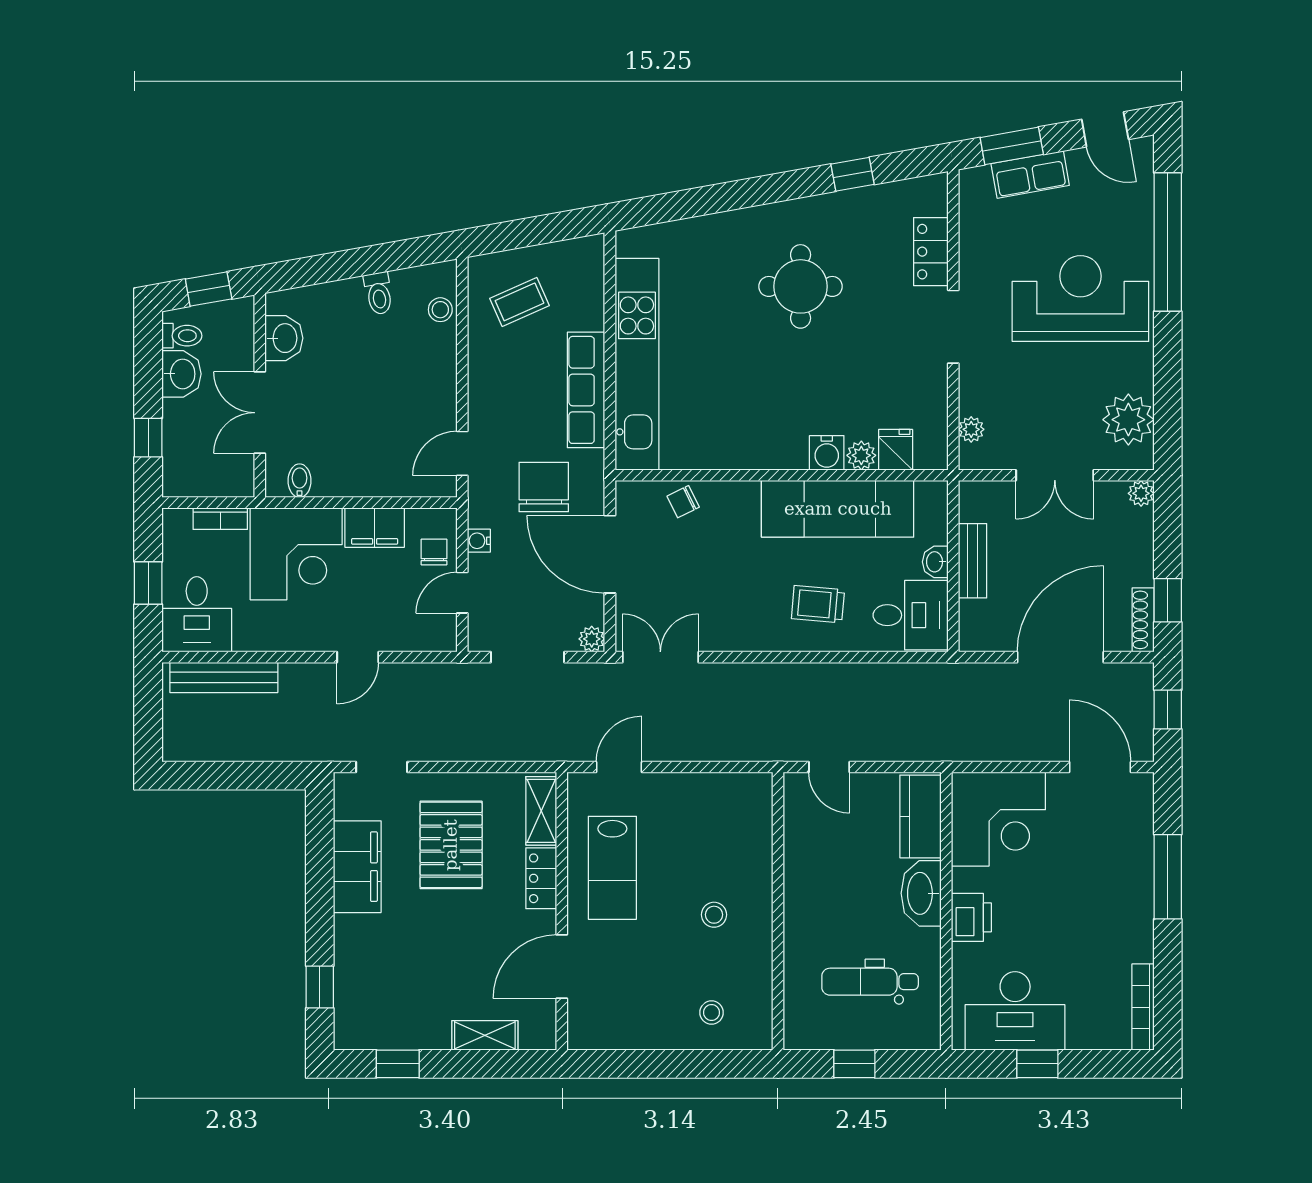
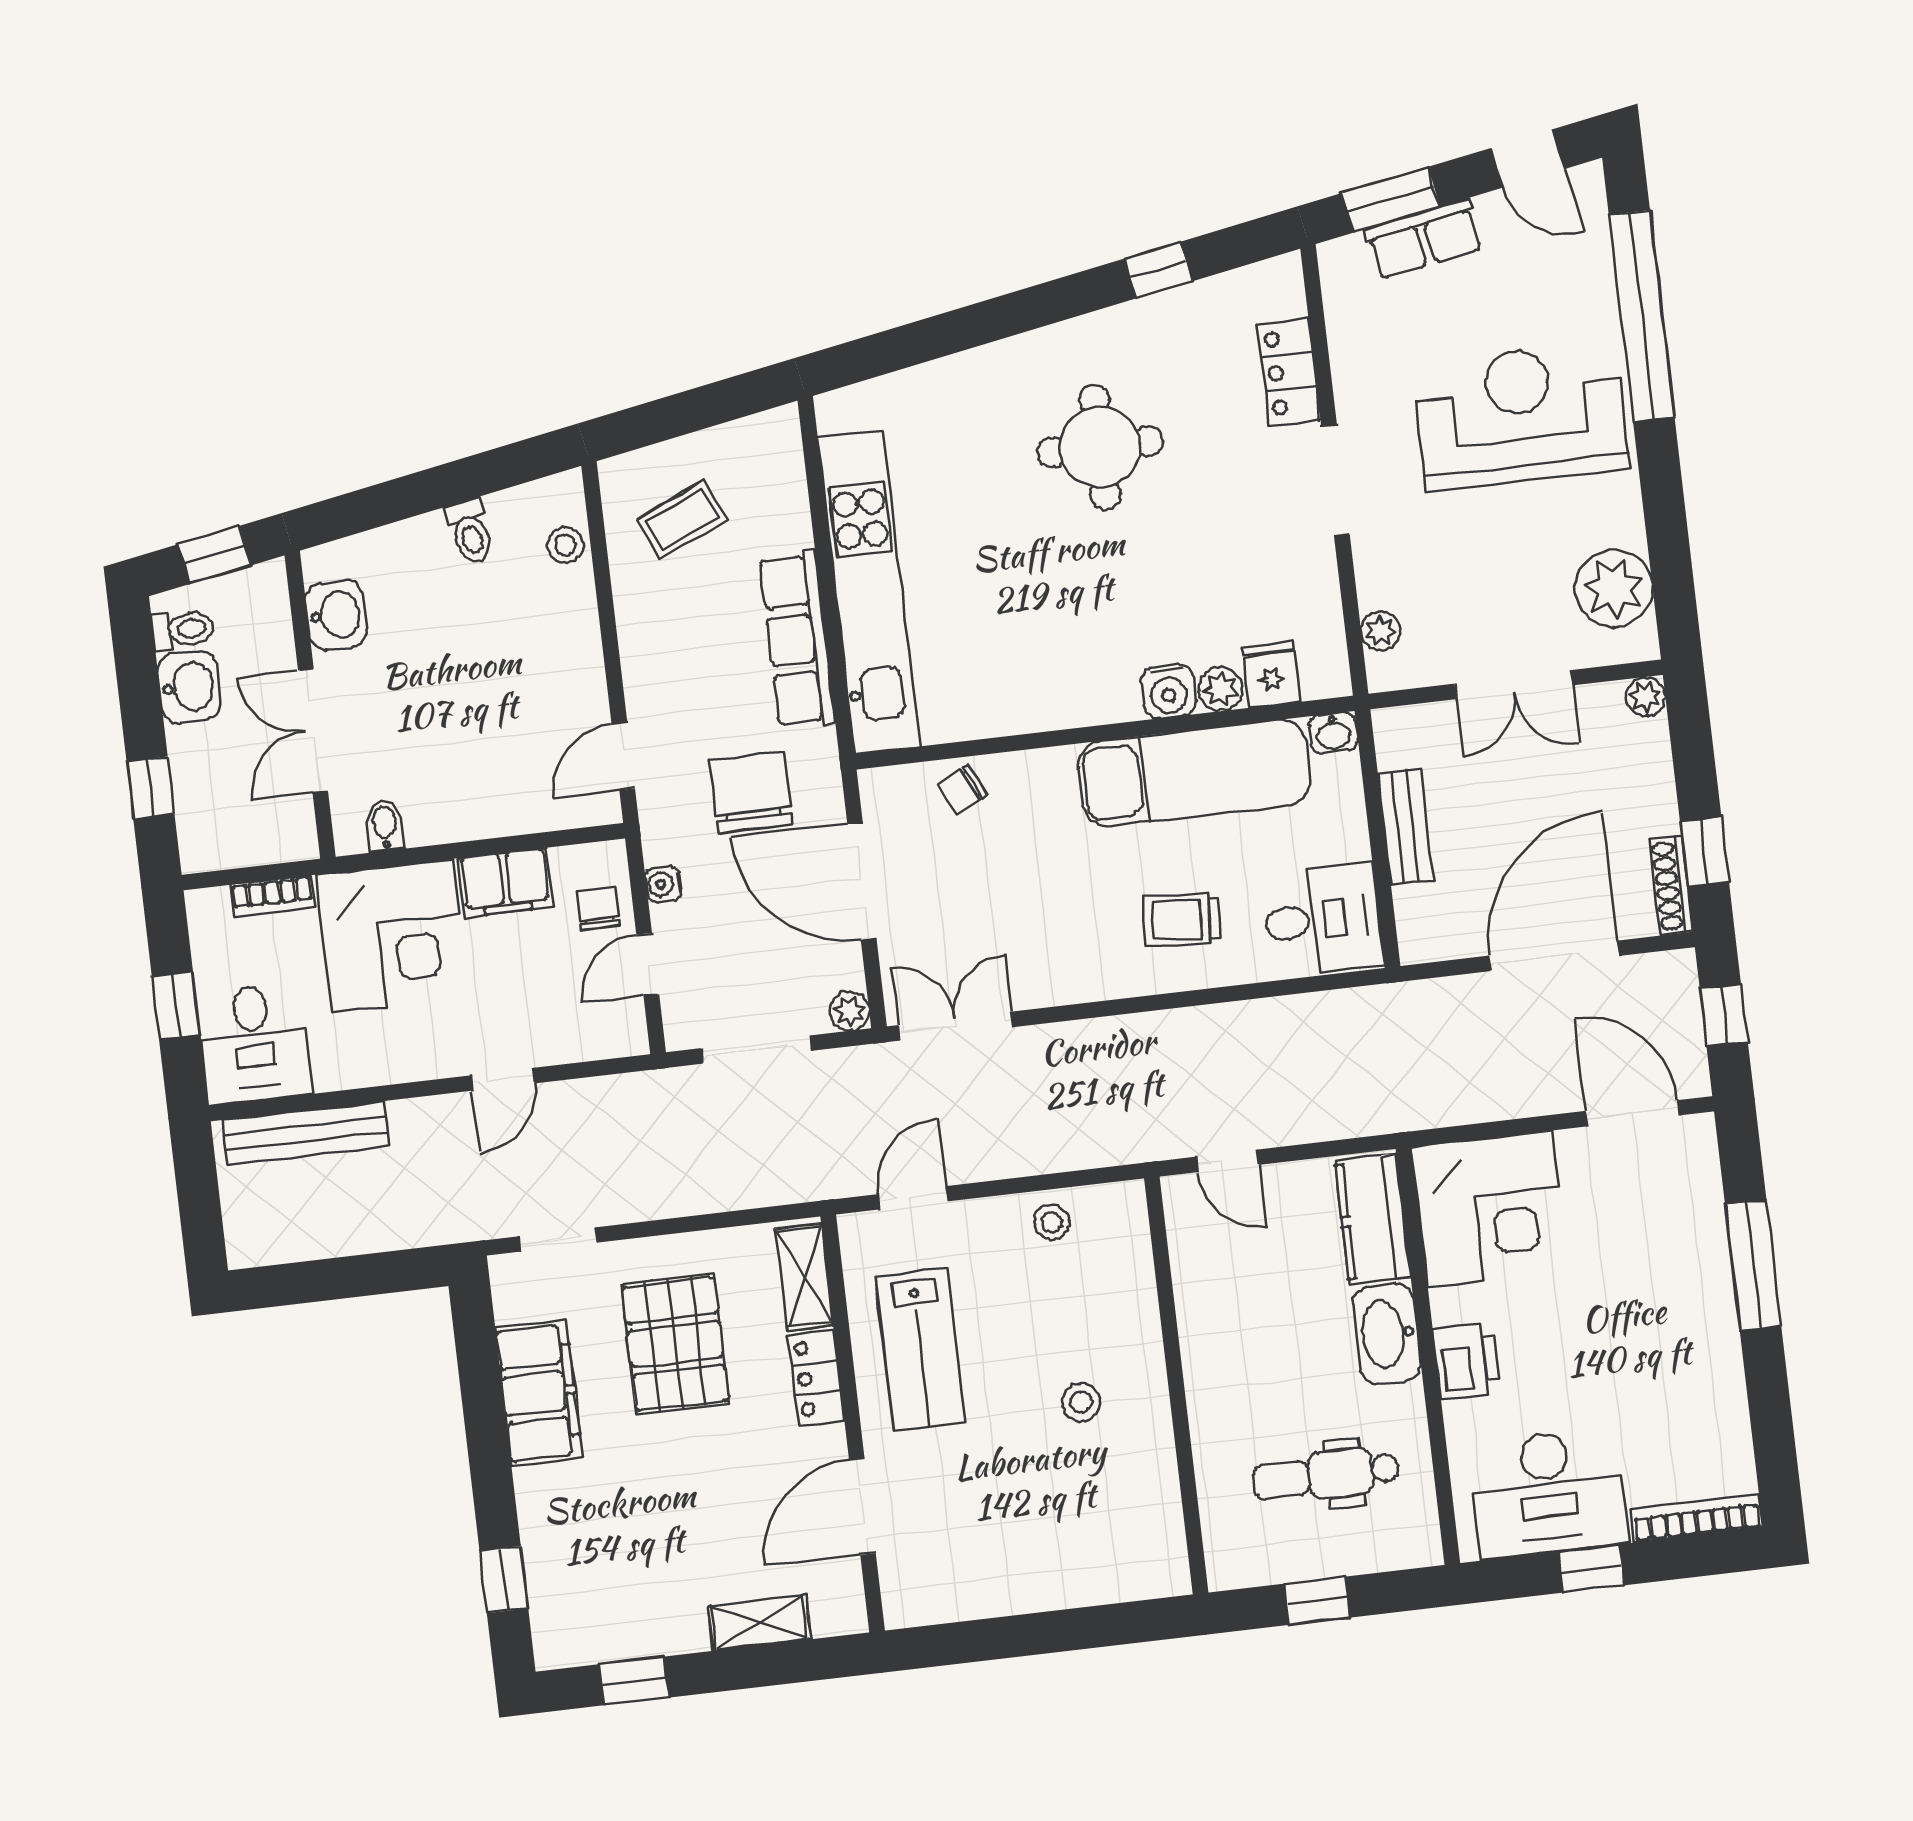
washbasin: (935, 562) -> (1333, 733), moved, turned -90
bookcase: (1143, 1007) -> (1697, 1519), moved, turned 90
stool: (712, 1013) -> (1052, 1222), moved

